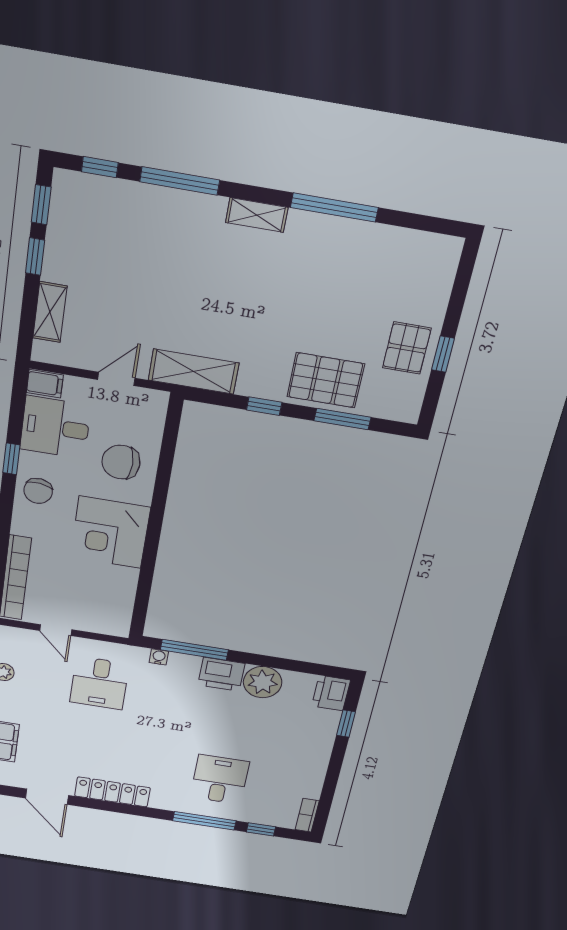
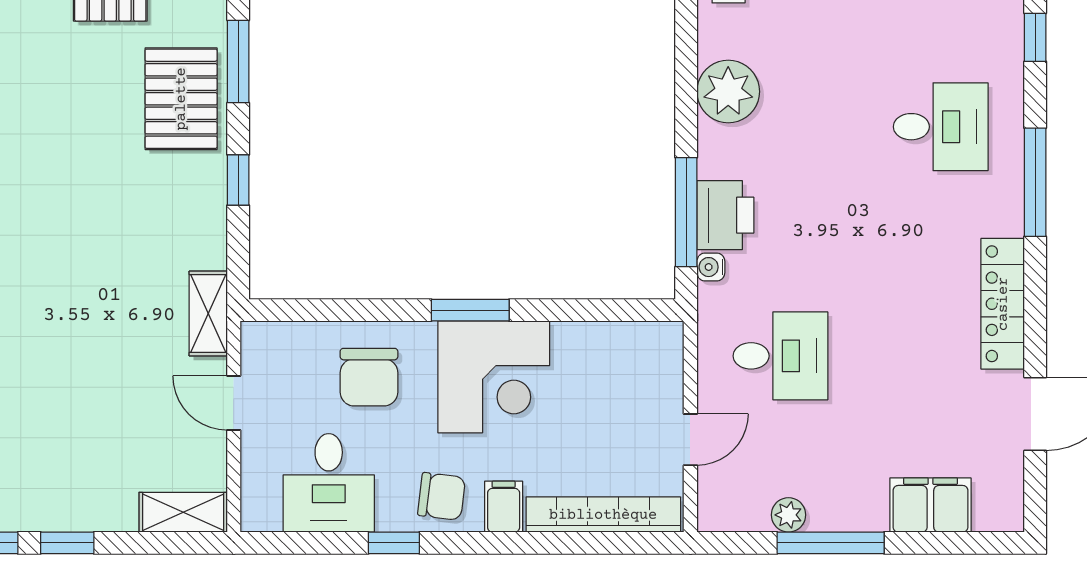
shelving: (50, 312) -> (183, 512), moved
shelving: (194, 372) -> (208, 314), width x0.67, depth x0.75
filing cabinet: (45, 384) -> (504, 507), moved
window: (155, 526) -> (470, 310), added
printer: (221, 674) -> (725, 215), moved
desk: (220, 779) -> (941, 127), turned 180
window: (204, 821) -> (1035, 182), moved

